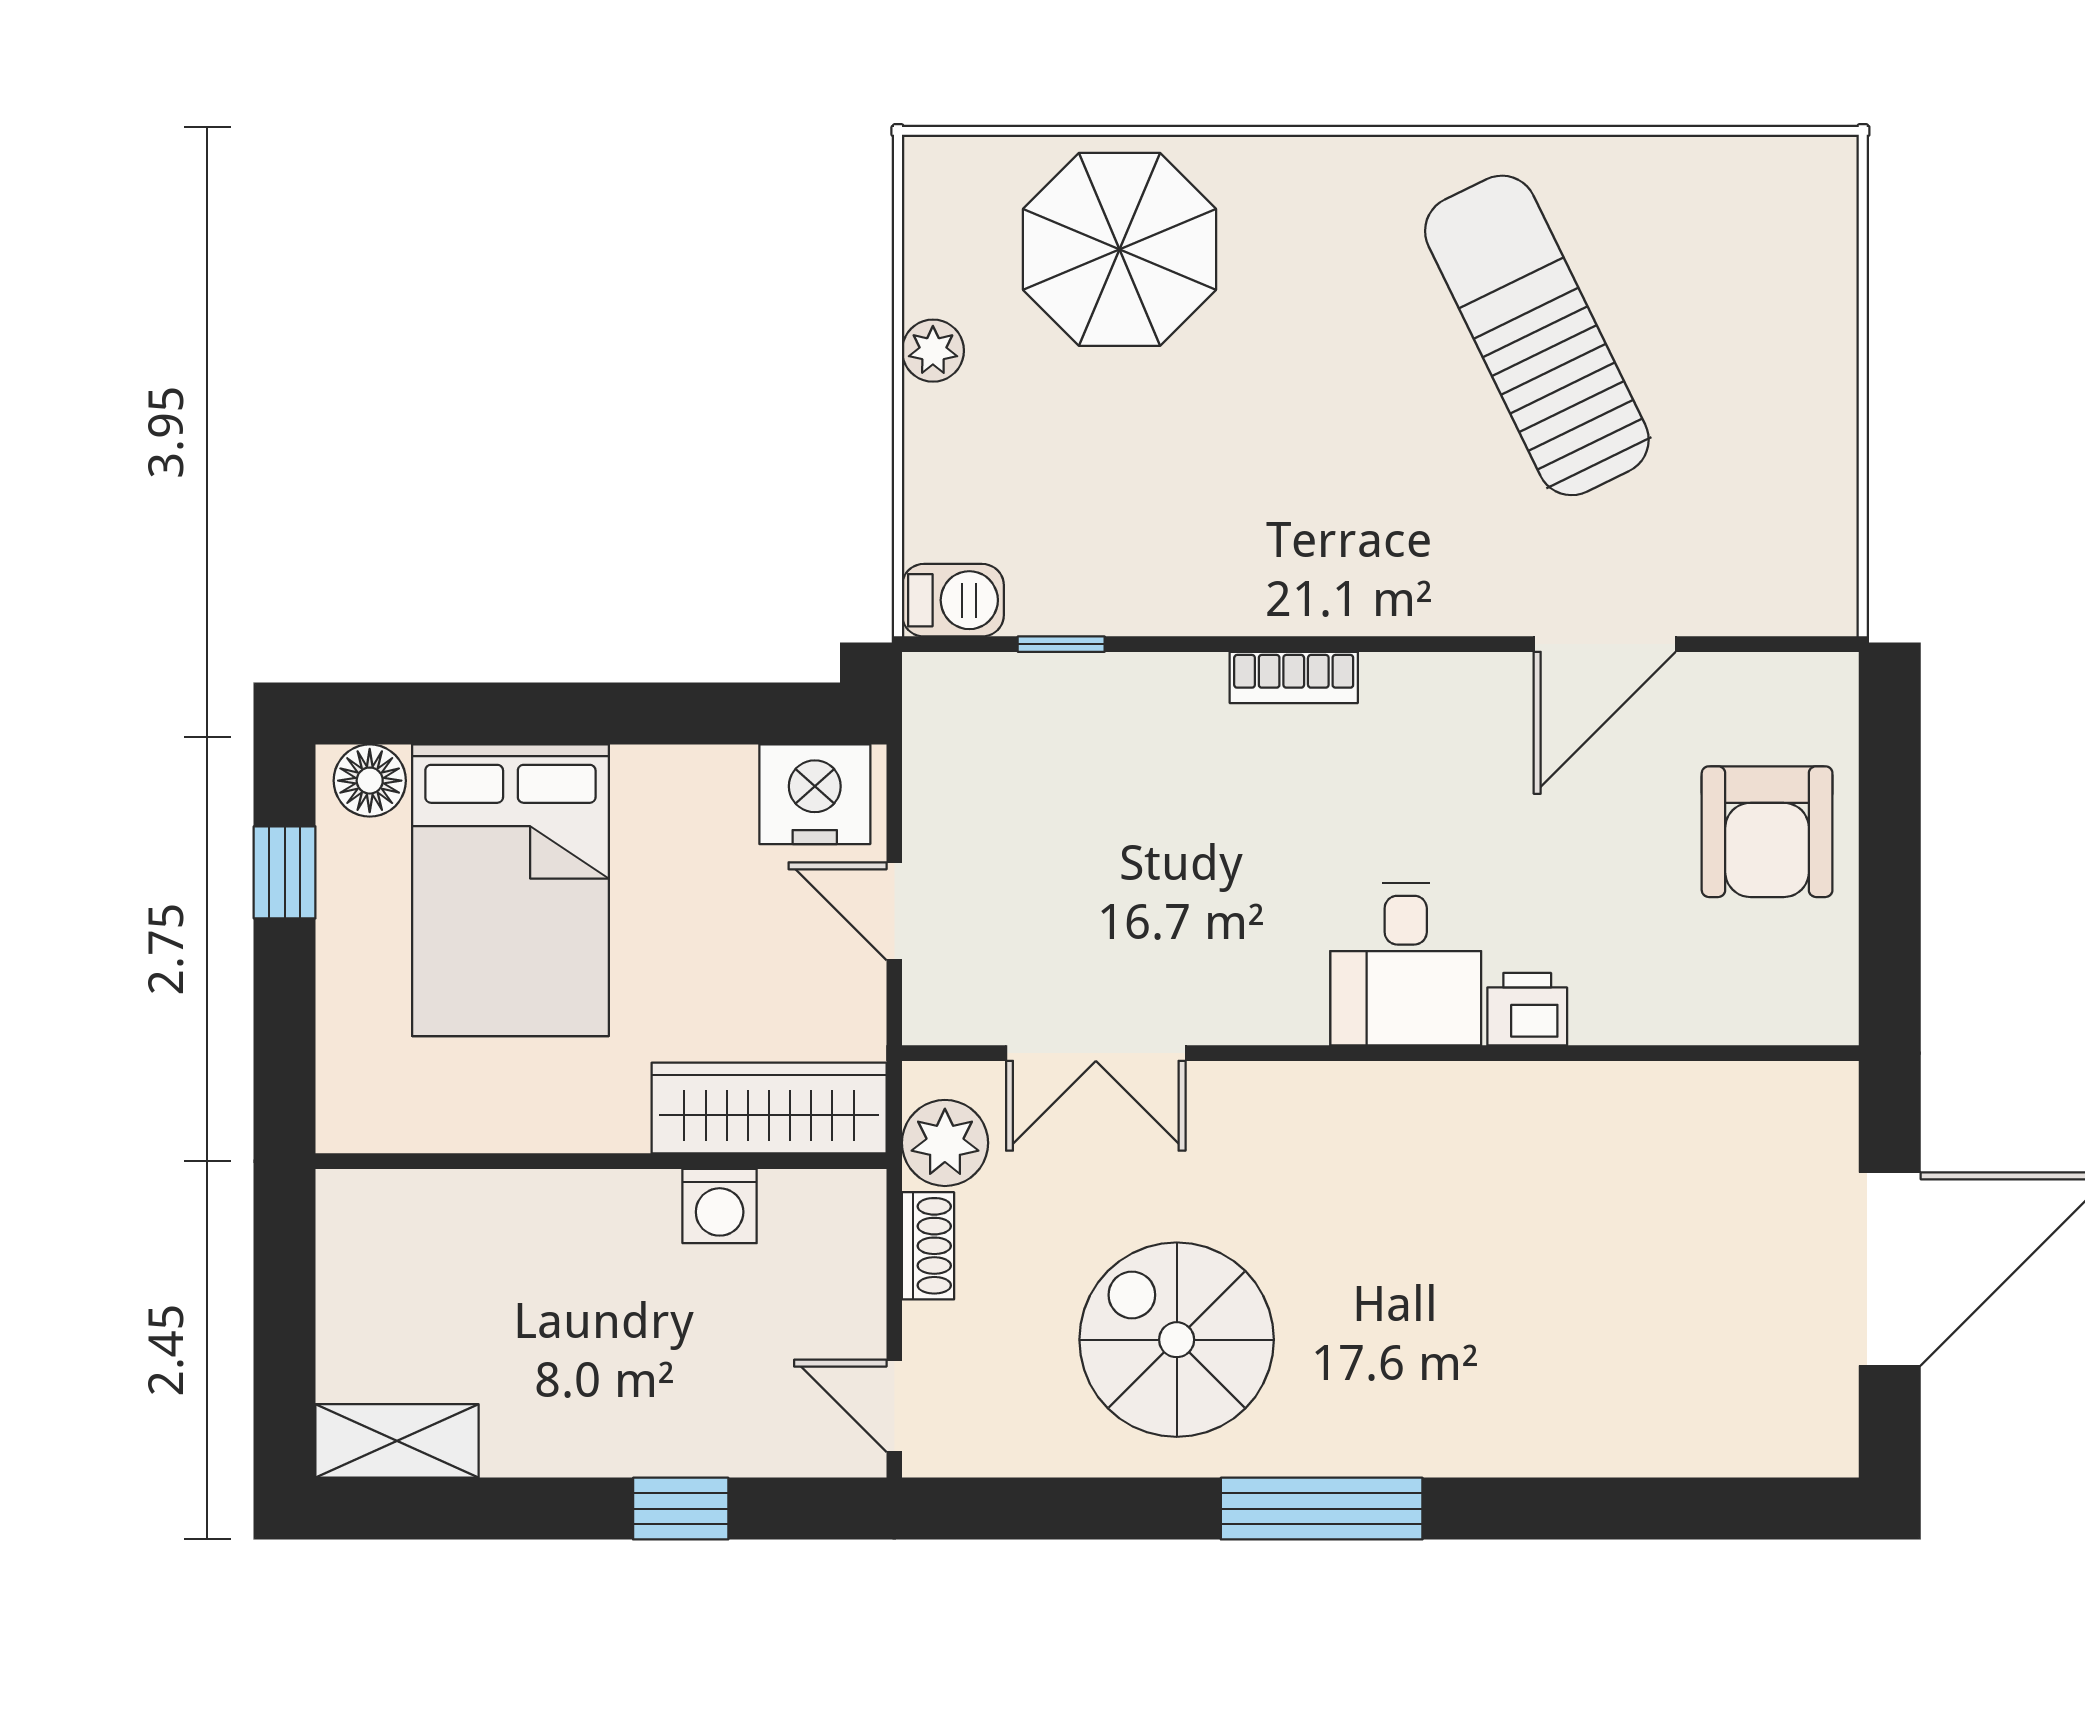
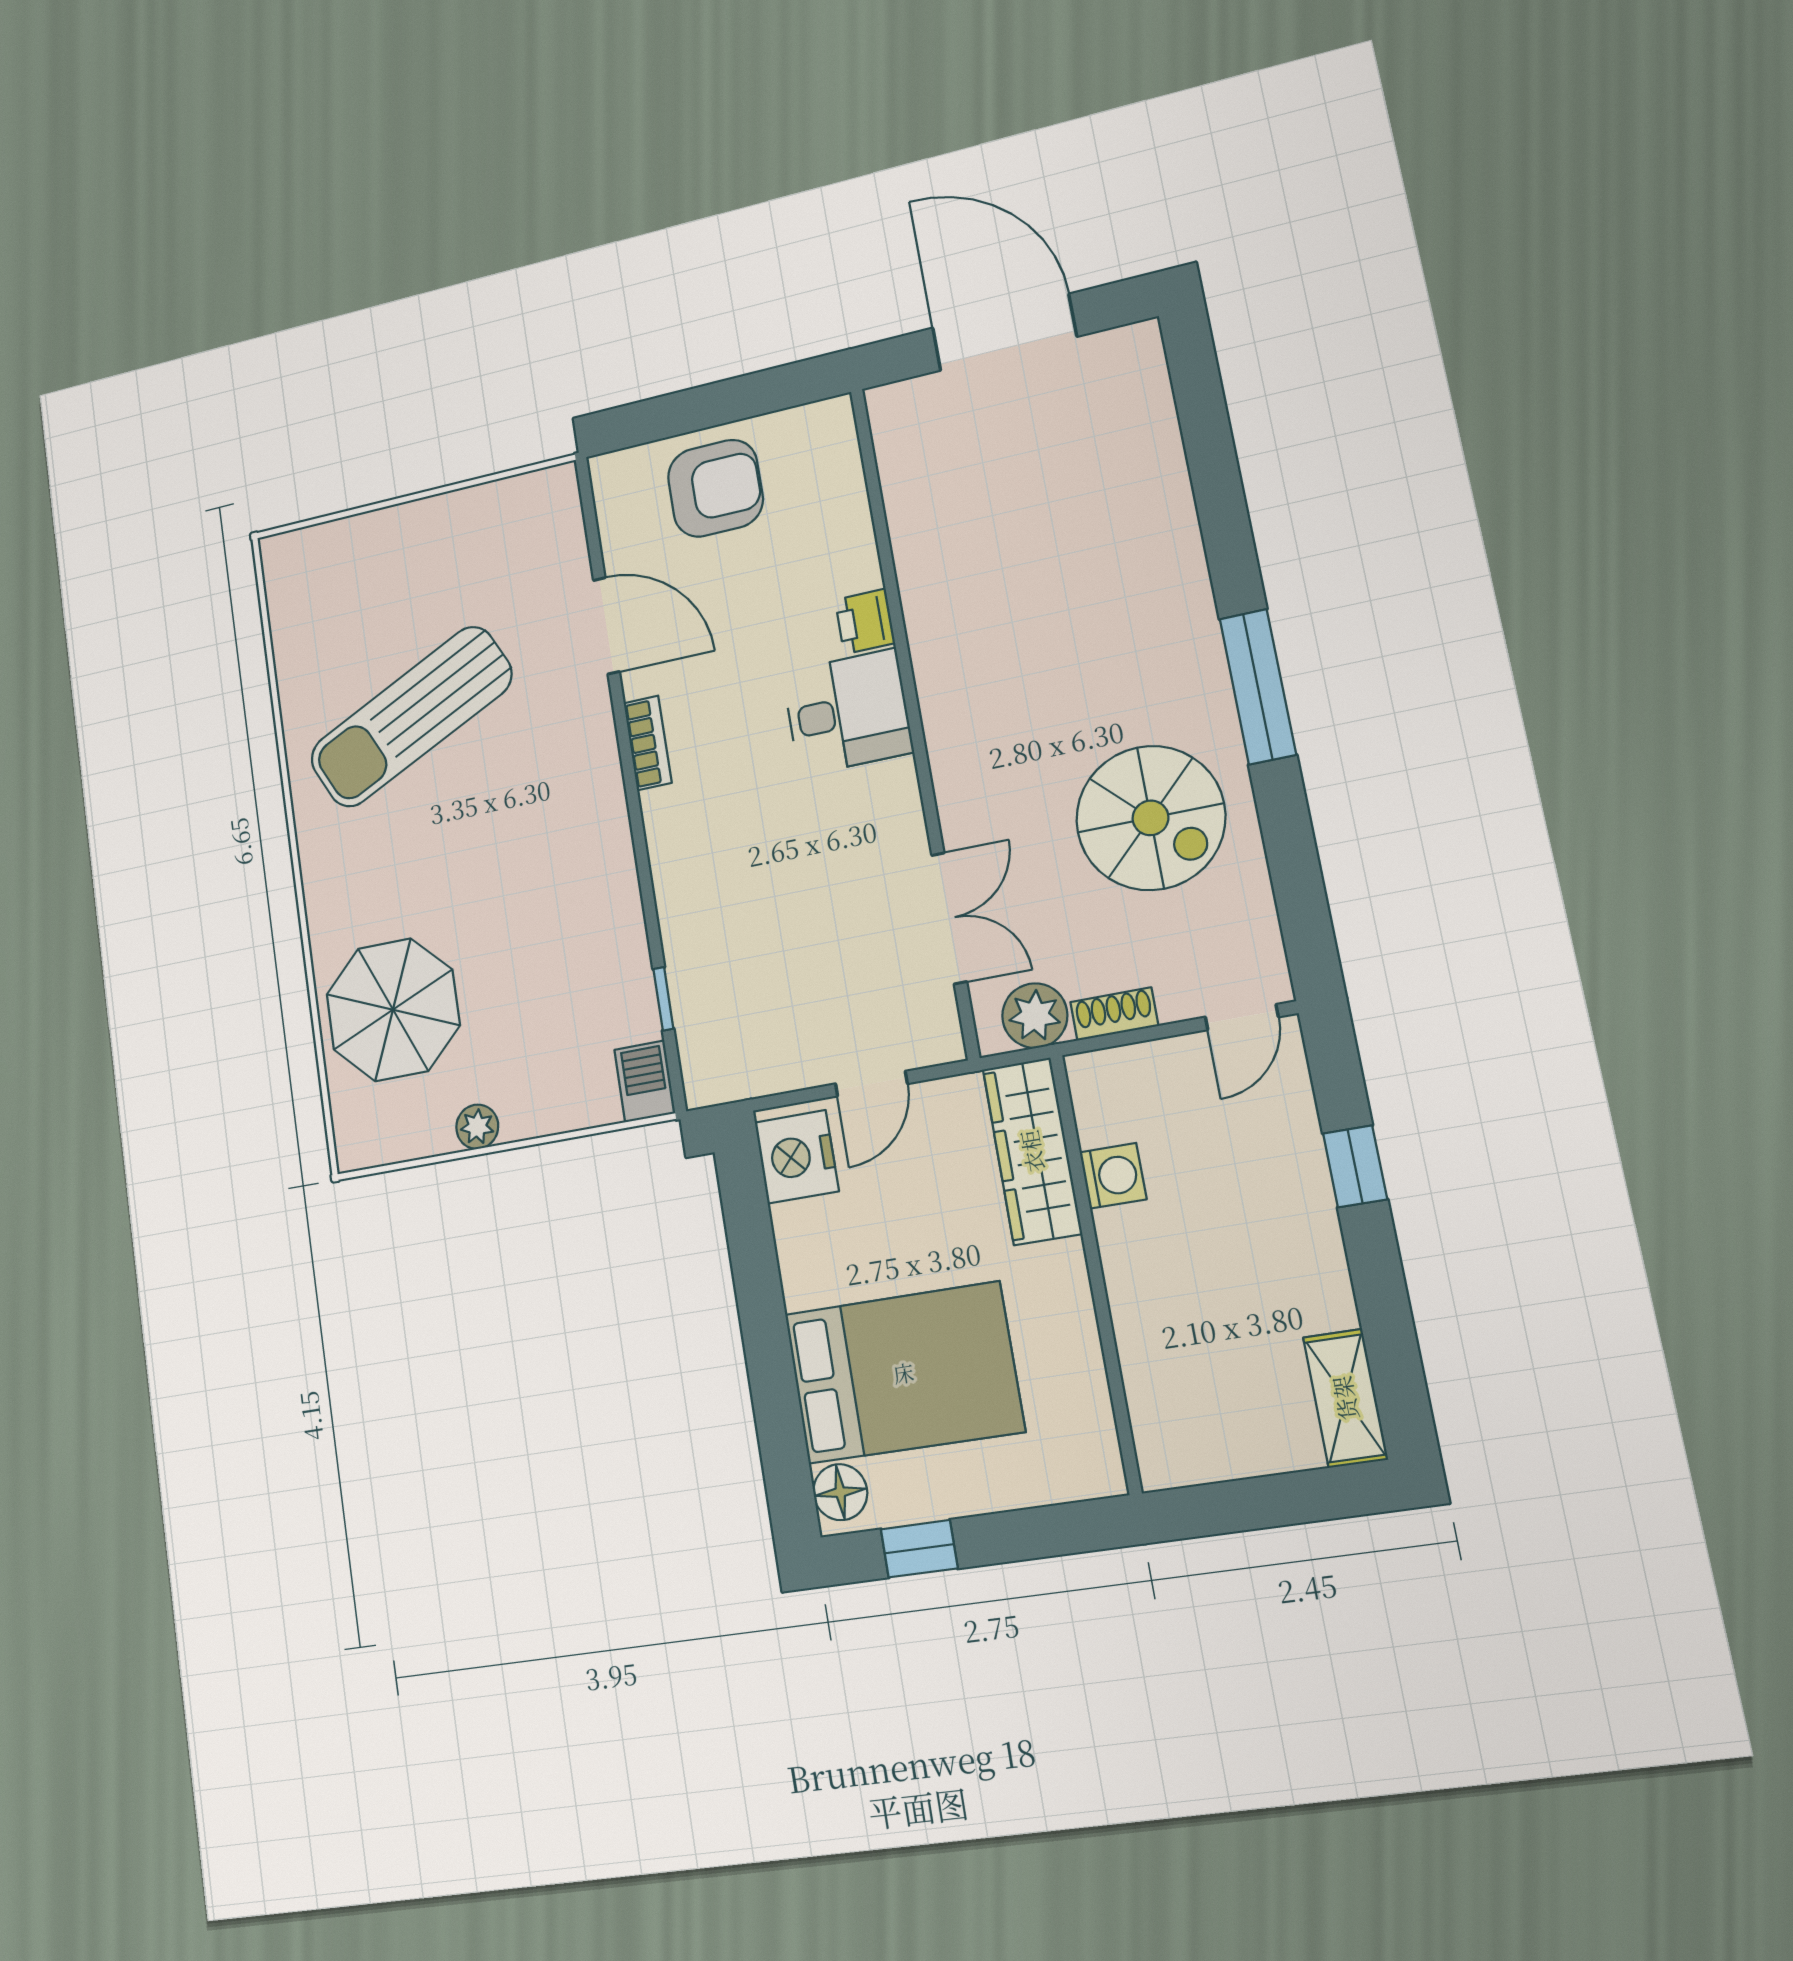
bookcase: (1294, 677) -> (648, 743), moved
spiral stairs: (1177, 1340) -> (1151, 818), turned -90

